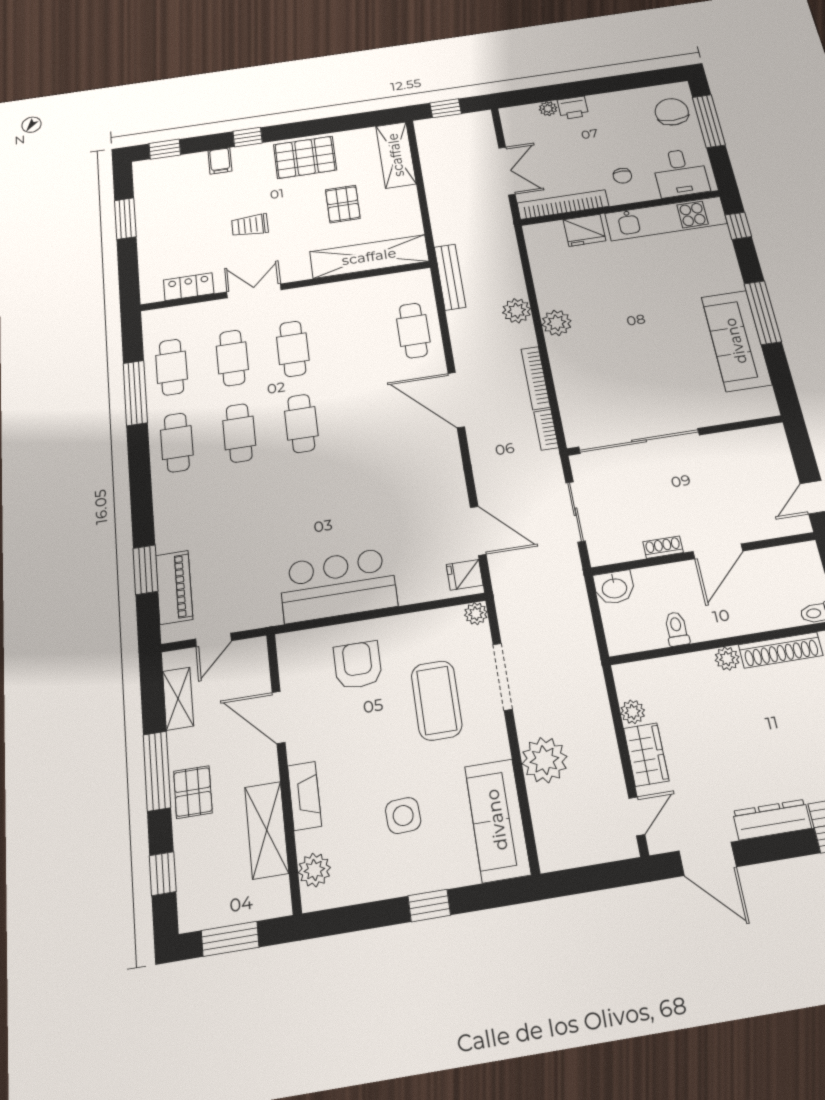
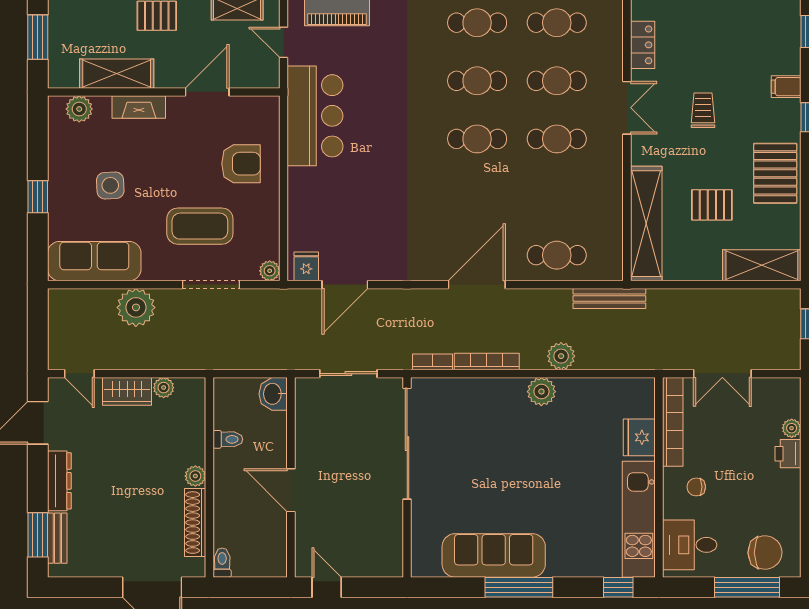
shoe rack: (663, 547) -> (303, 444), removed
bar counter: (338, 585) -> (315, 116), moved

